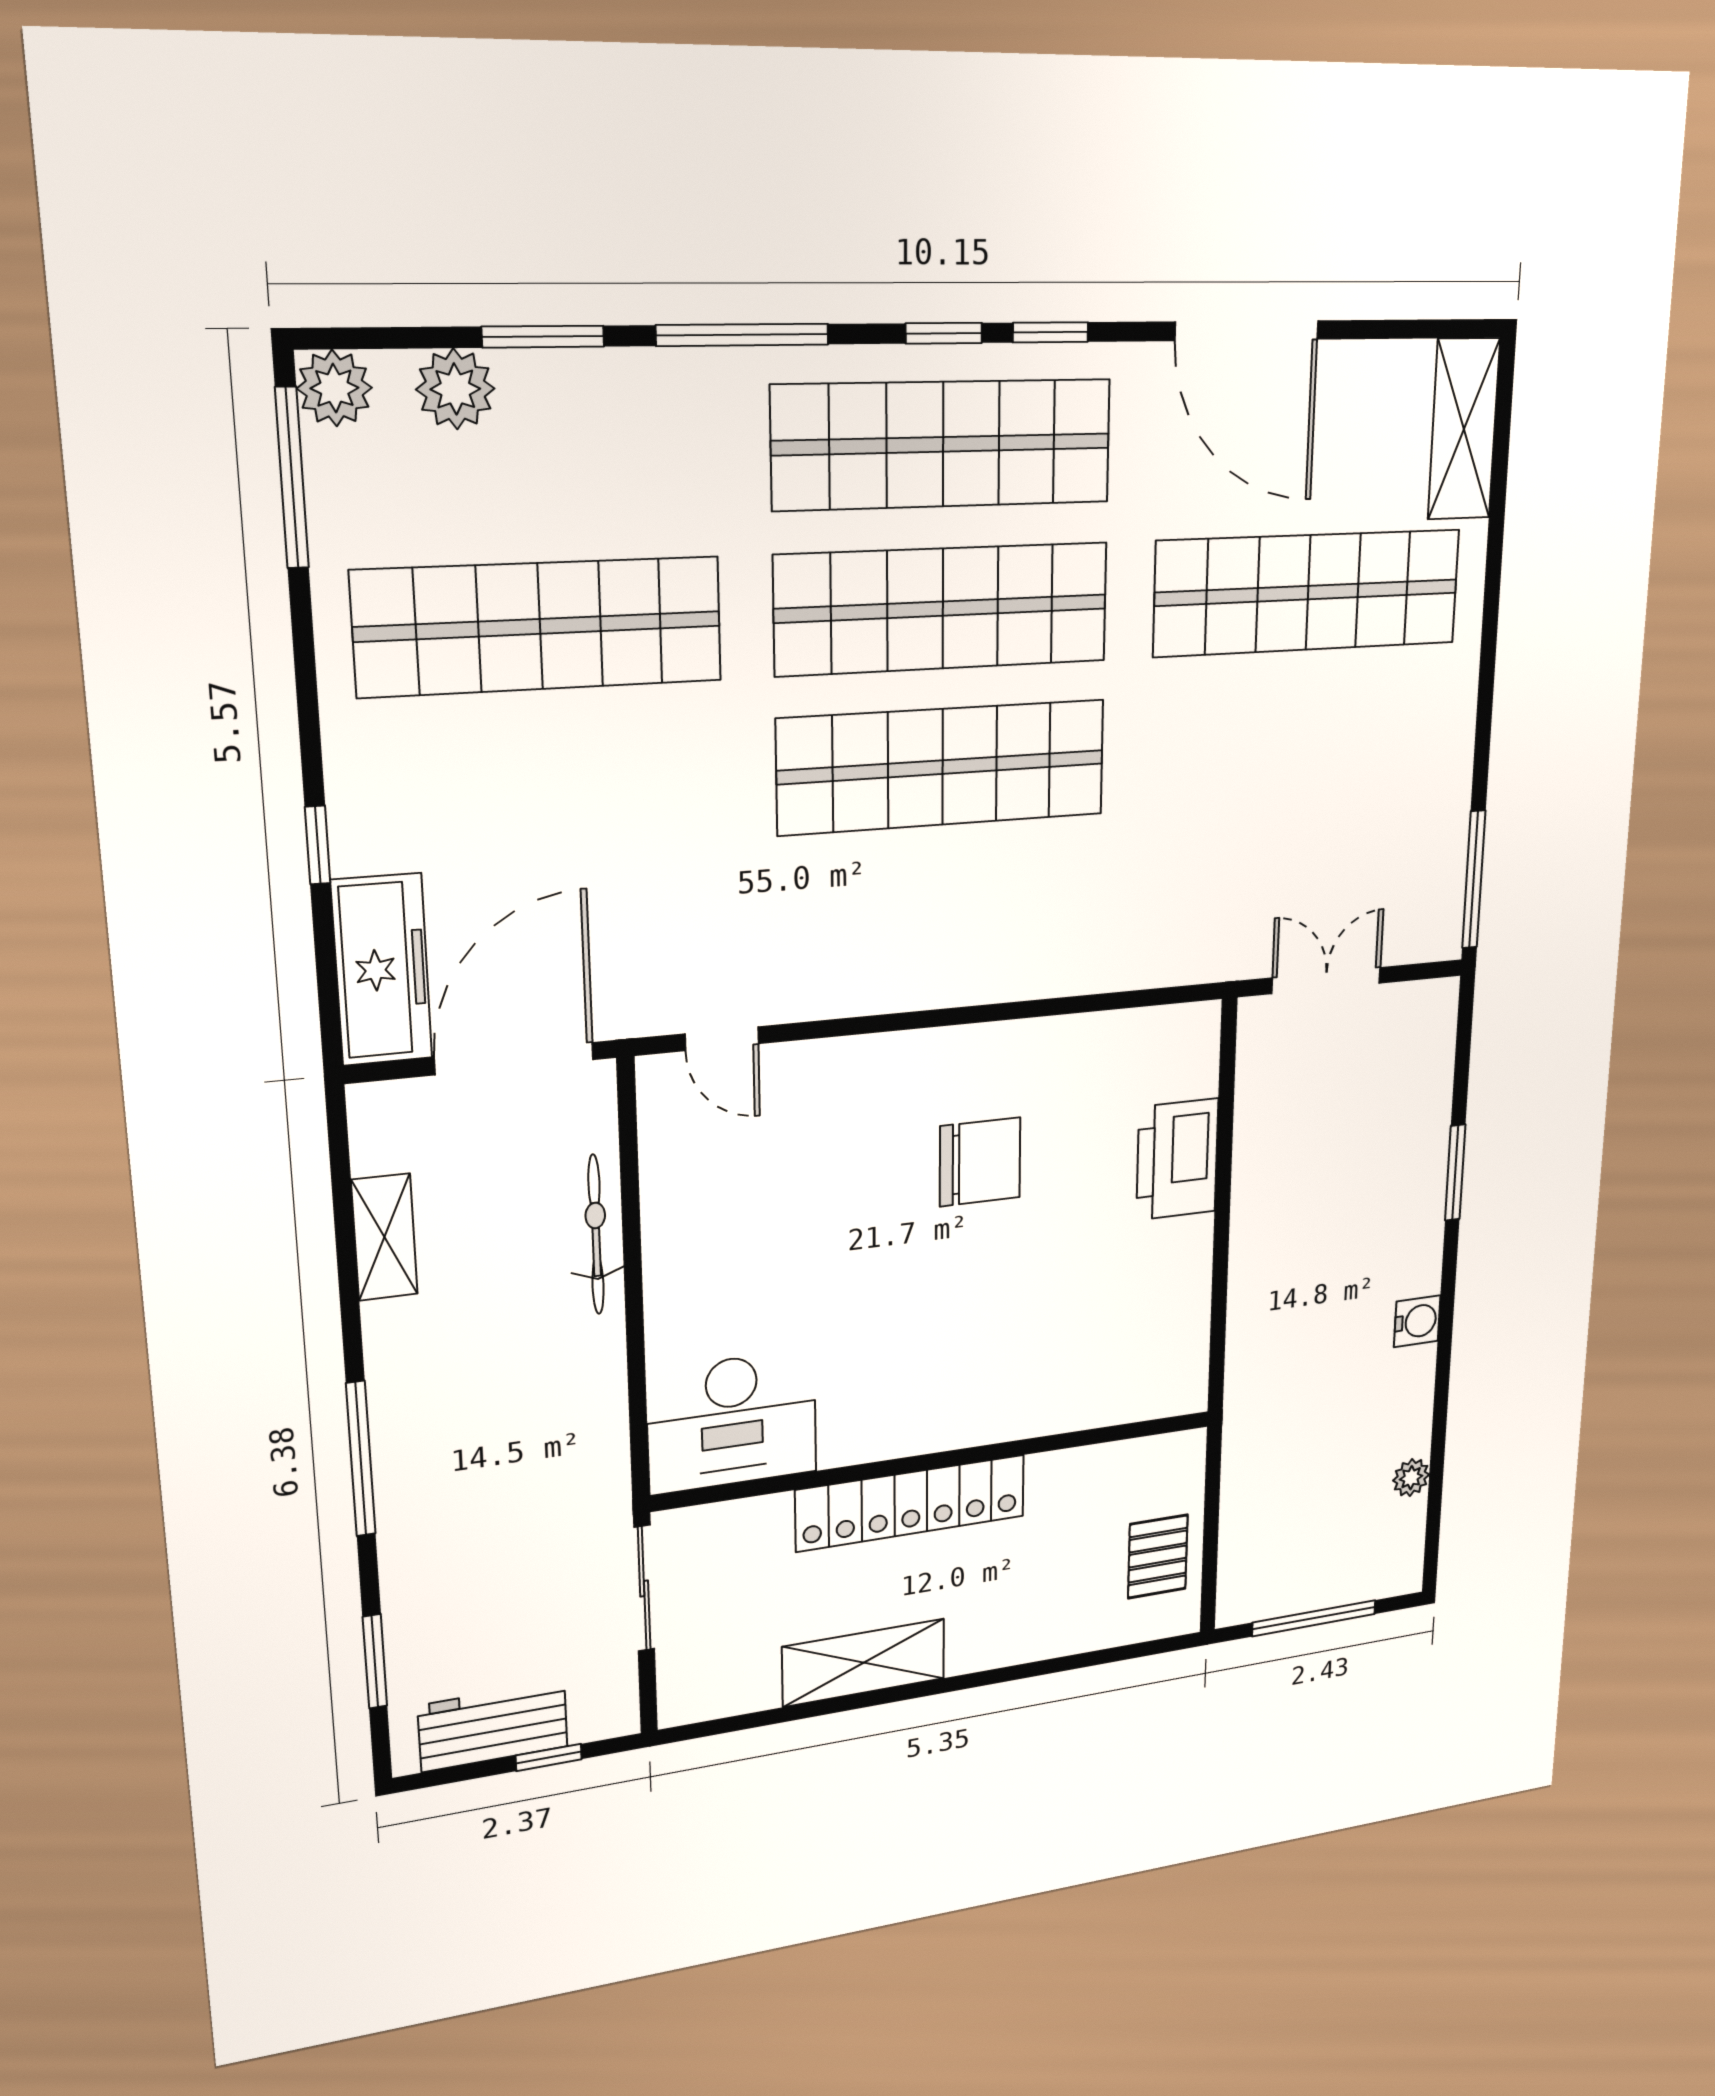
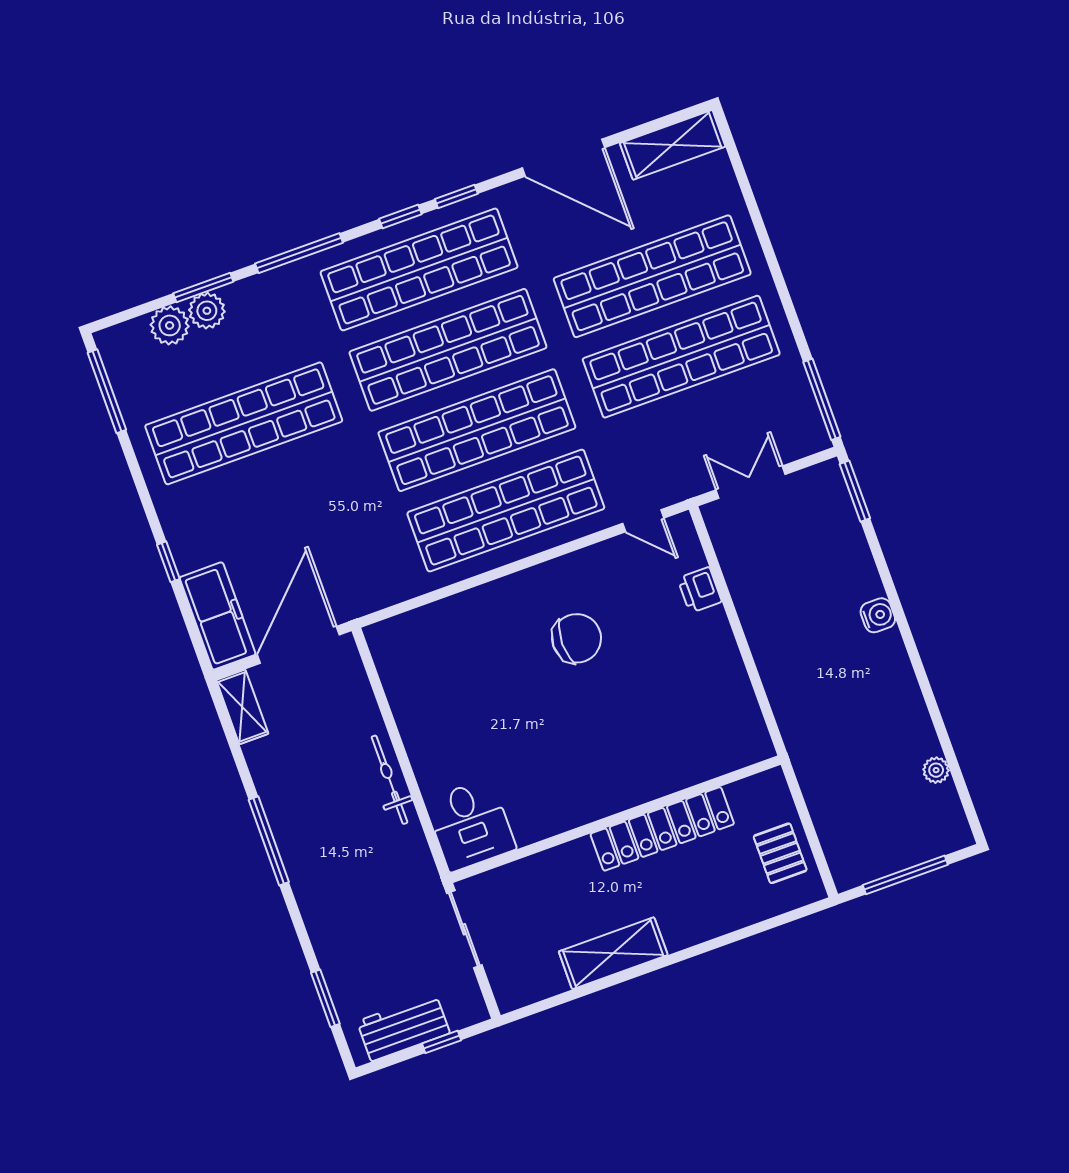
plant: (334, 388) -> (207, 311), moved
shelving: (1464, 429) -> (673, 145), moved, turned 90
shop shelf: (1302, 744) -> (681, 357), added
shop shelf: (942, 920) -> (506, 511), added
door: (722, 1039) -> (643, 521), moved
printer: (1177, 1159) -> (700, 590), width x0.53, depth x0.68
window: (1455, 1173) -> (855, 491), moved
bicycle: (596, 1235) -> (389, 780), moved
shelving: (384, 1237) -> (242, 707), moved
water cooler: (1417, 1321) -> (878, 615), moved
desk: (732, 1422) -> (470, 825), width x0.73
window: (361, 1459) -> (269, 841), moved
locker: (911, 1503) -> (662, 829), moved

